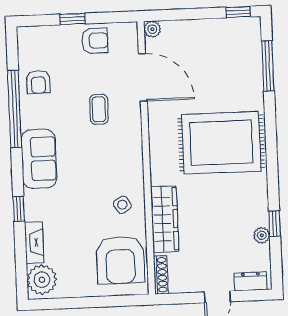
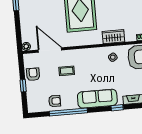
door: (143, 77) -> (50, 50), hinge flipped
sofa: (39, 159) -> (97, 99), width x1.36
wardrobe: (165, 219) -> (113, 37), width x0.67

